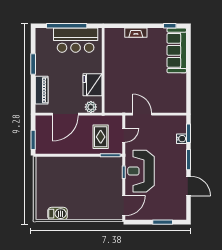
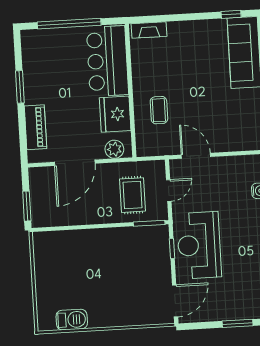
fireplace: (136, 33) -> (149, 30), moved
bar counter: (76, 40) -> (107, 61), moved, turned 90
coffee table: (120, 84) -> (159, 110), added

